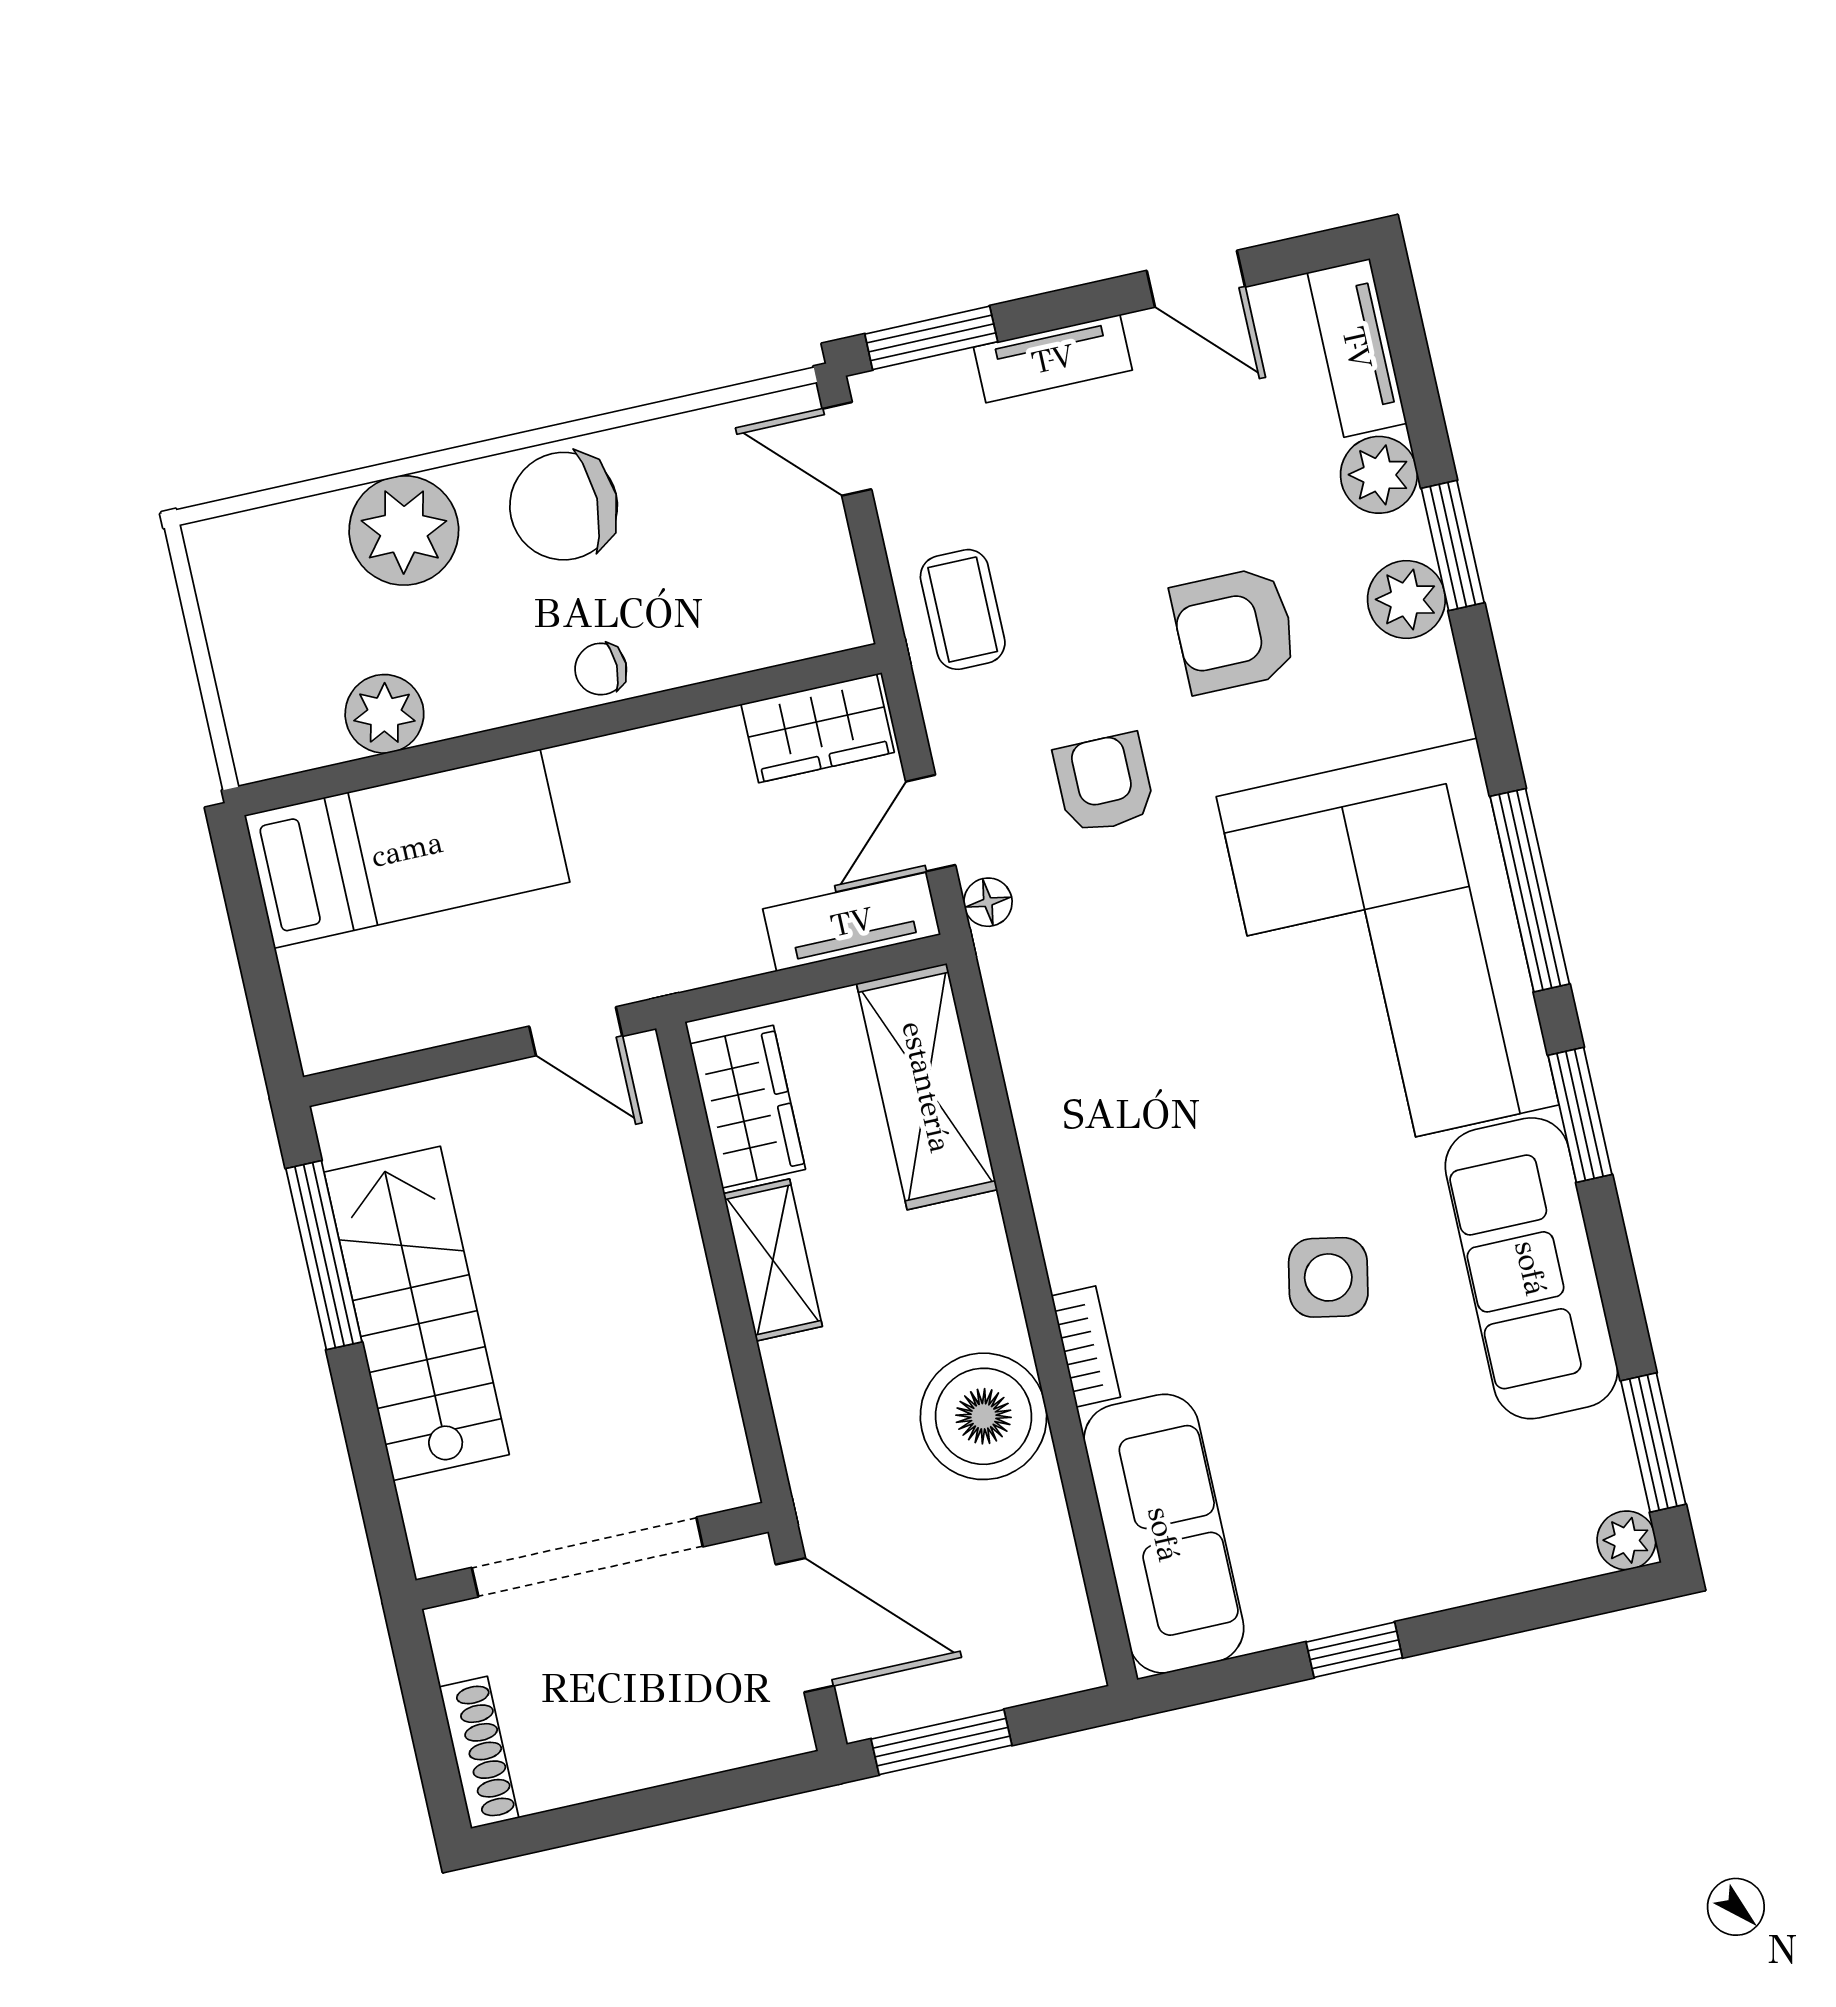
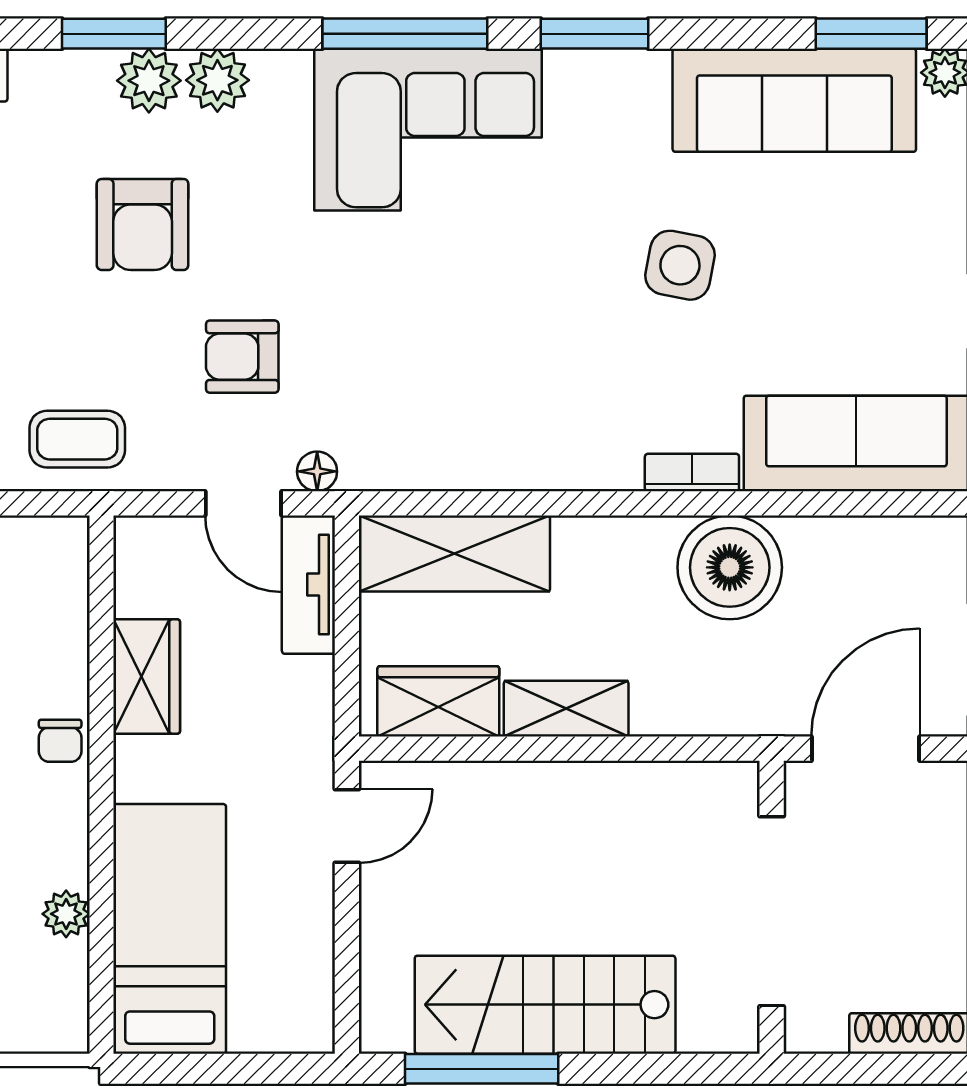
plant: (1379, 475) -> (217, 80), moved
plant: (384, 714) -> (66, 914), width x0.73, depth x0.73
wardrobe: (818, 728) -> (147, 677), moved
corner sofa: (1388, 951) -> (428, 130), width x0.73, depth x0.74
sofa: (1531, 1268) -> (794, 100), moved

